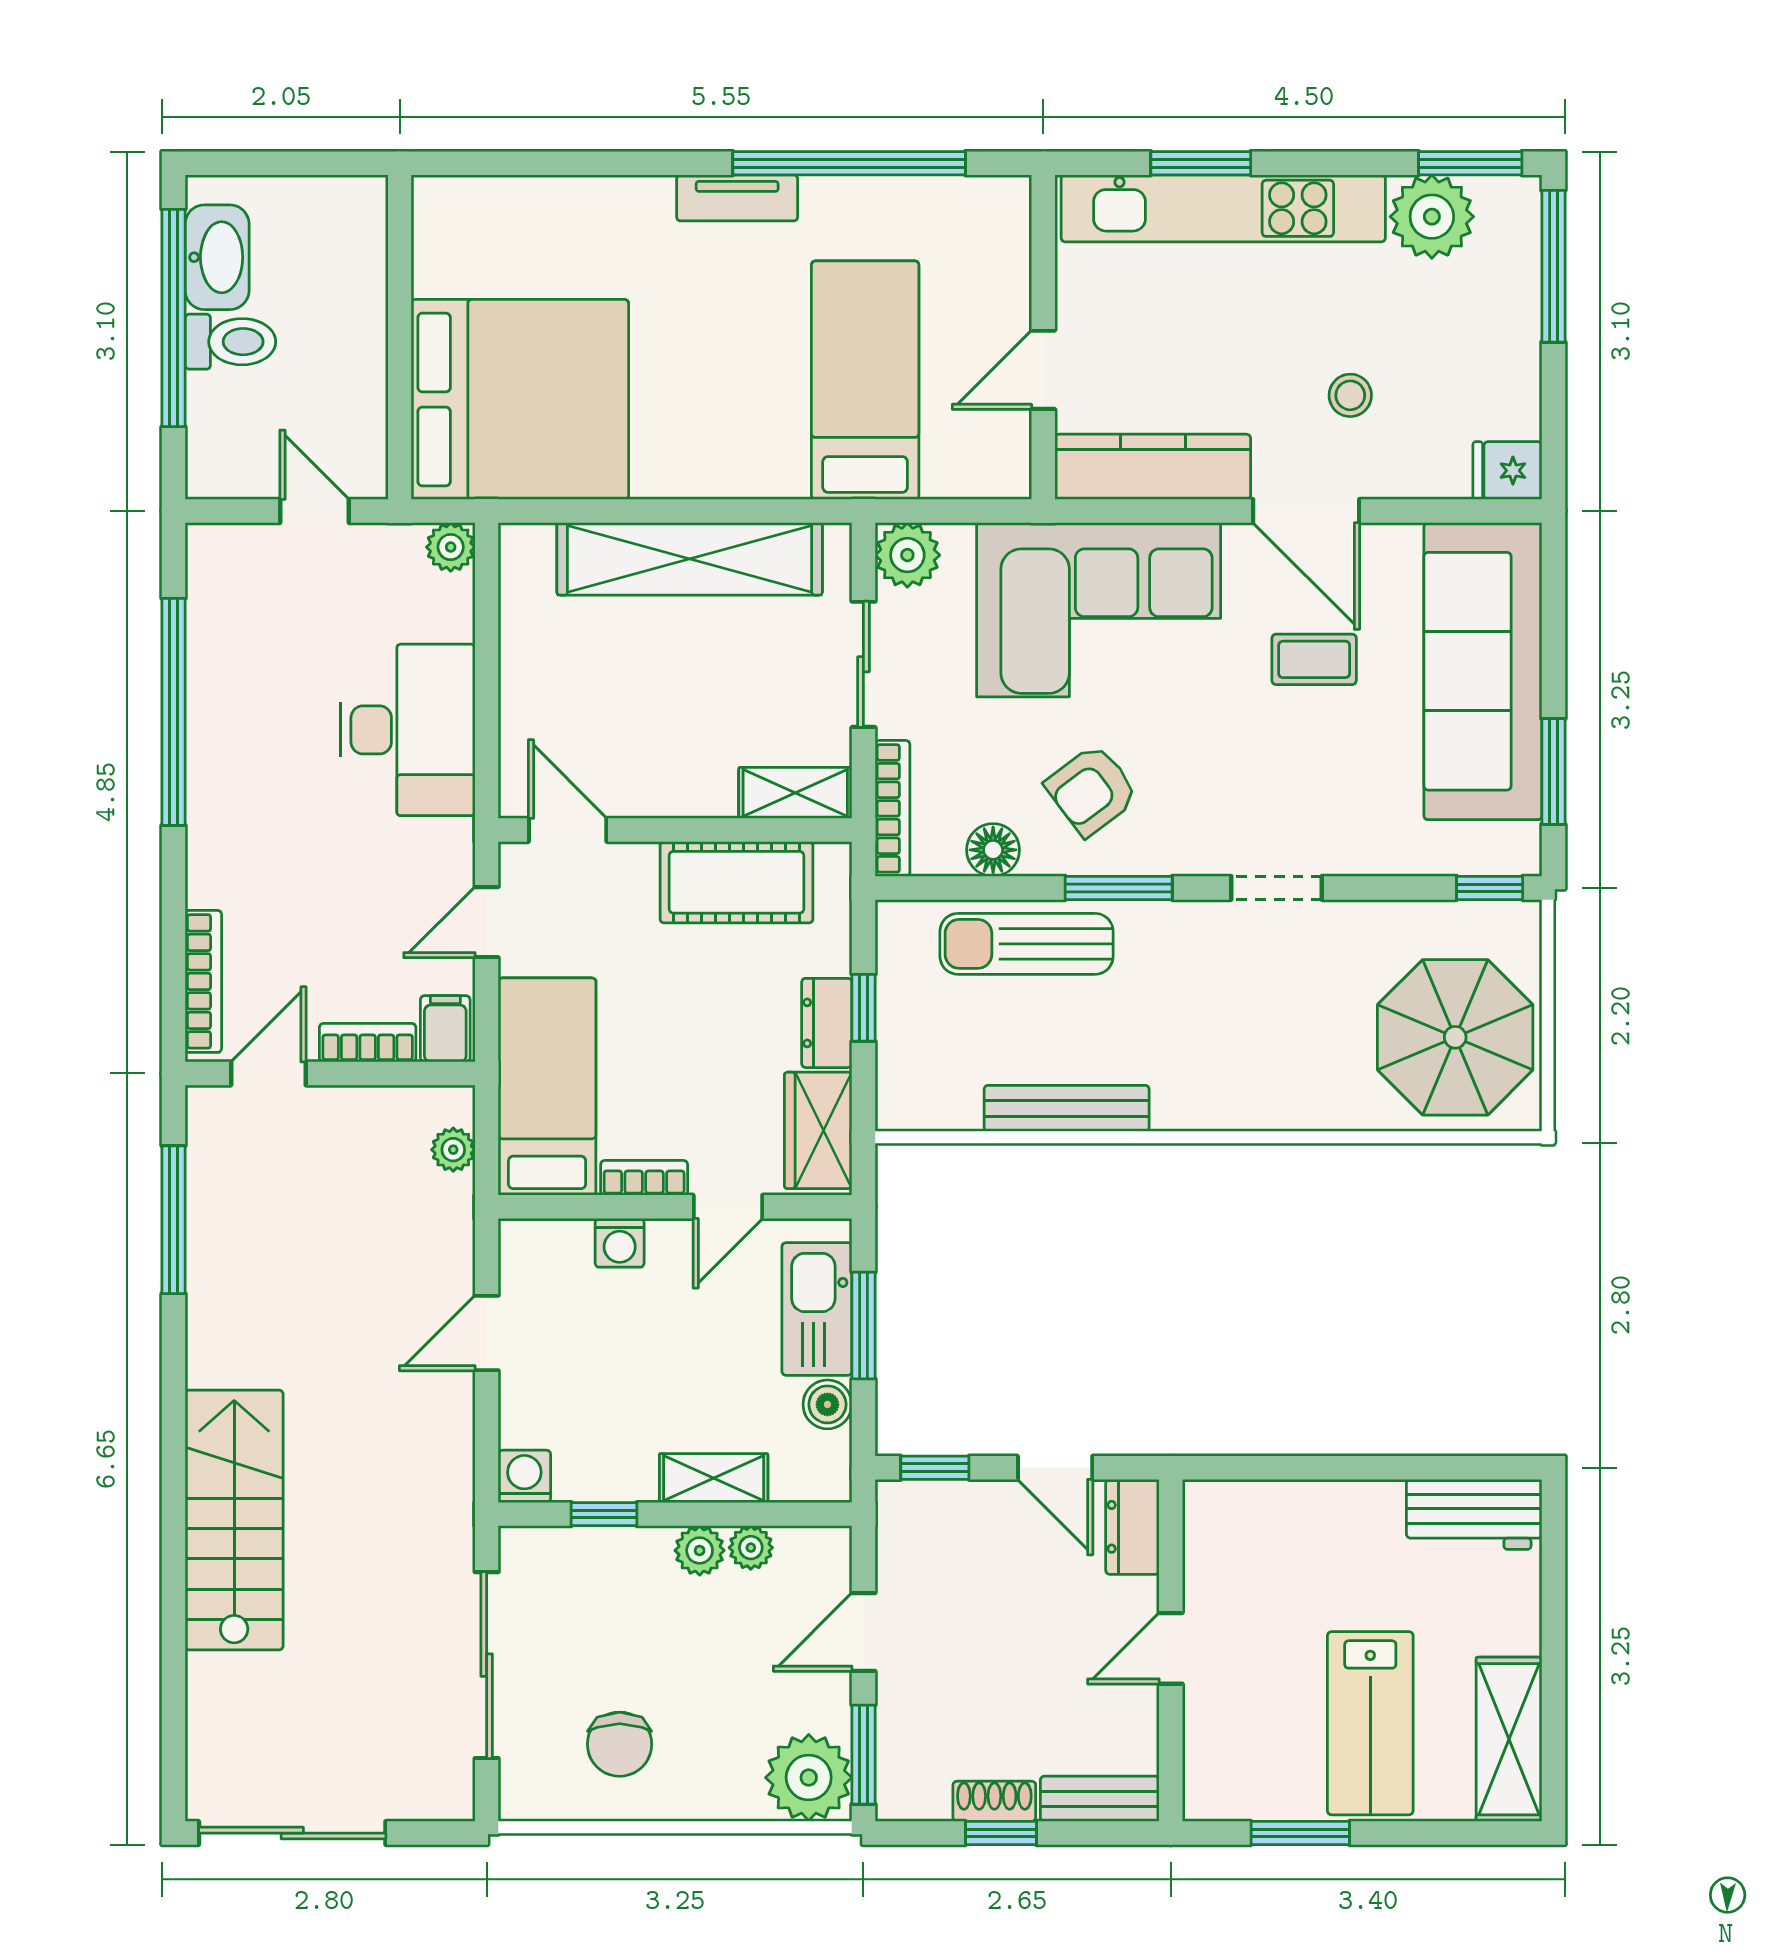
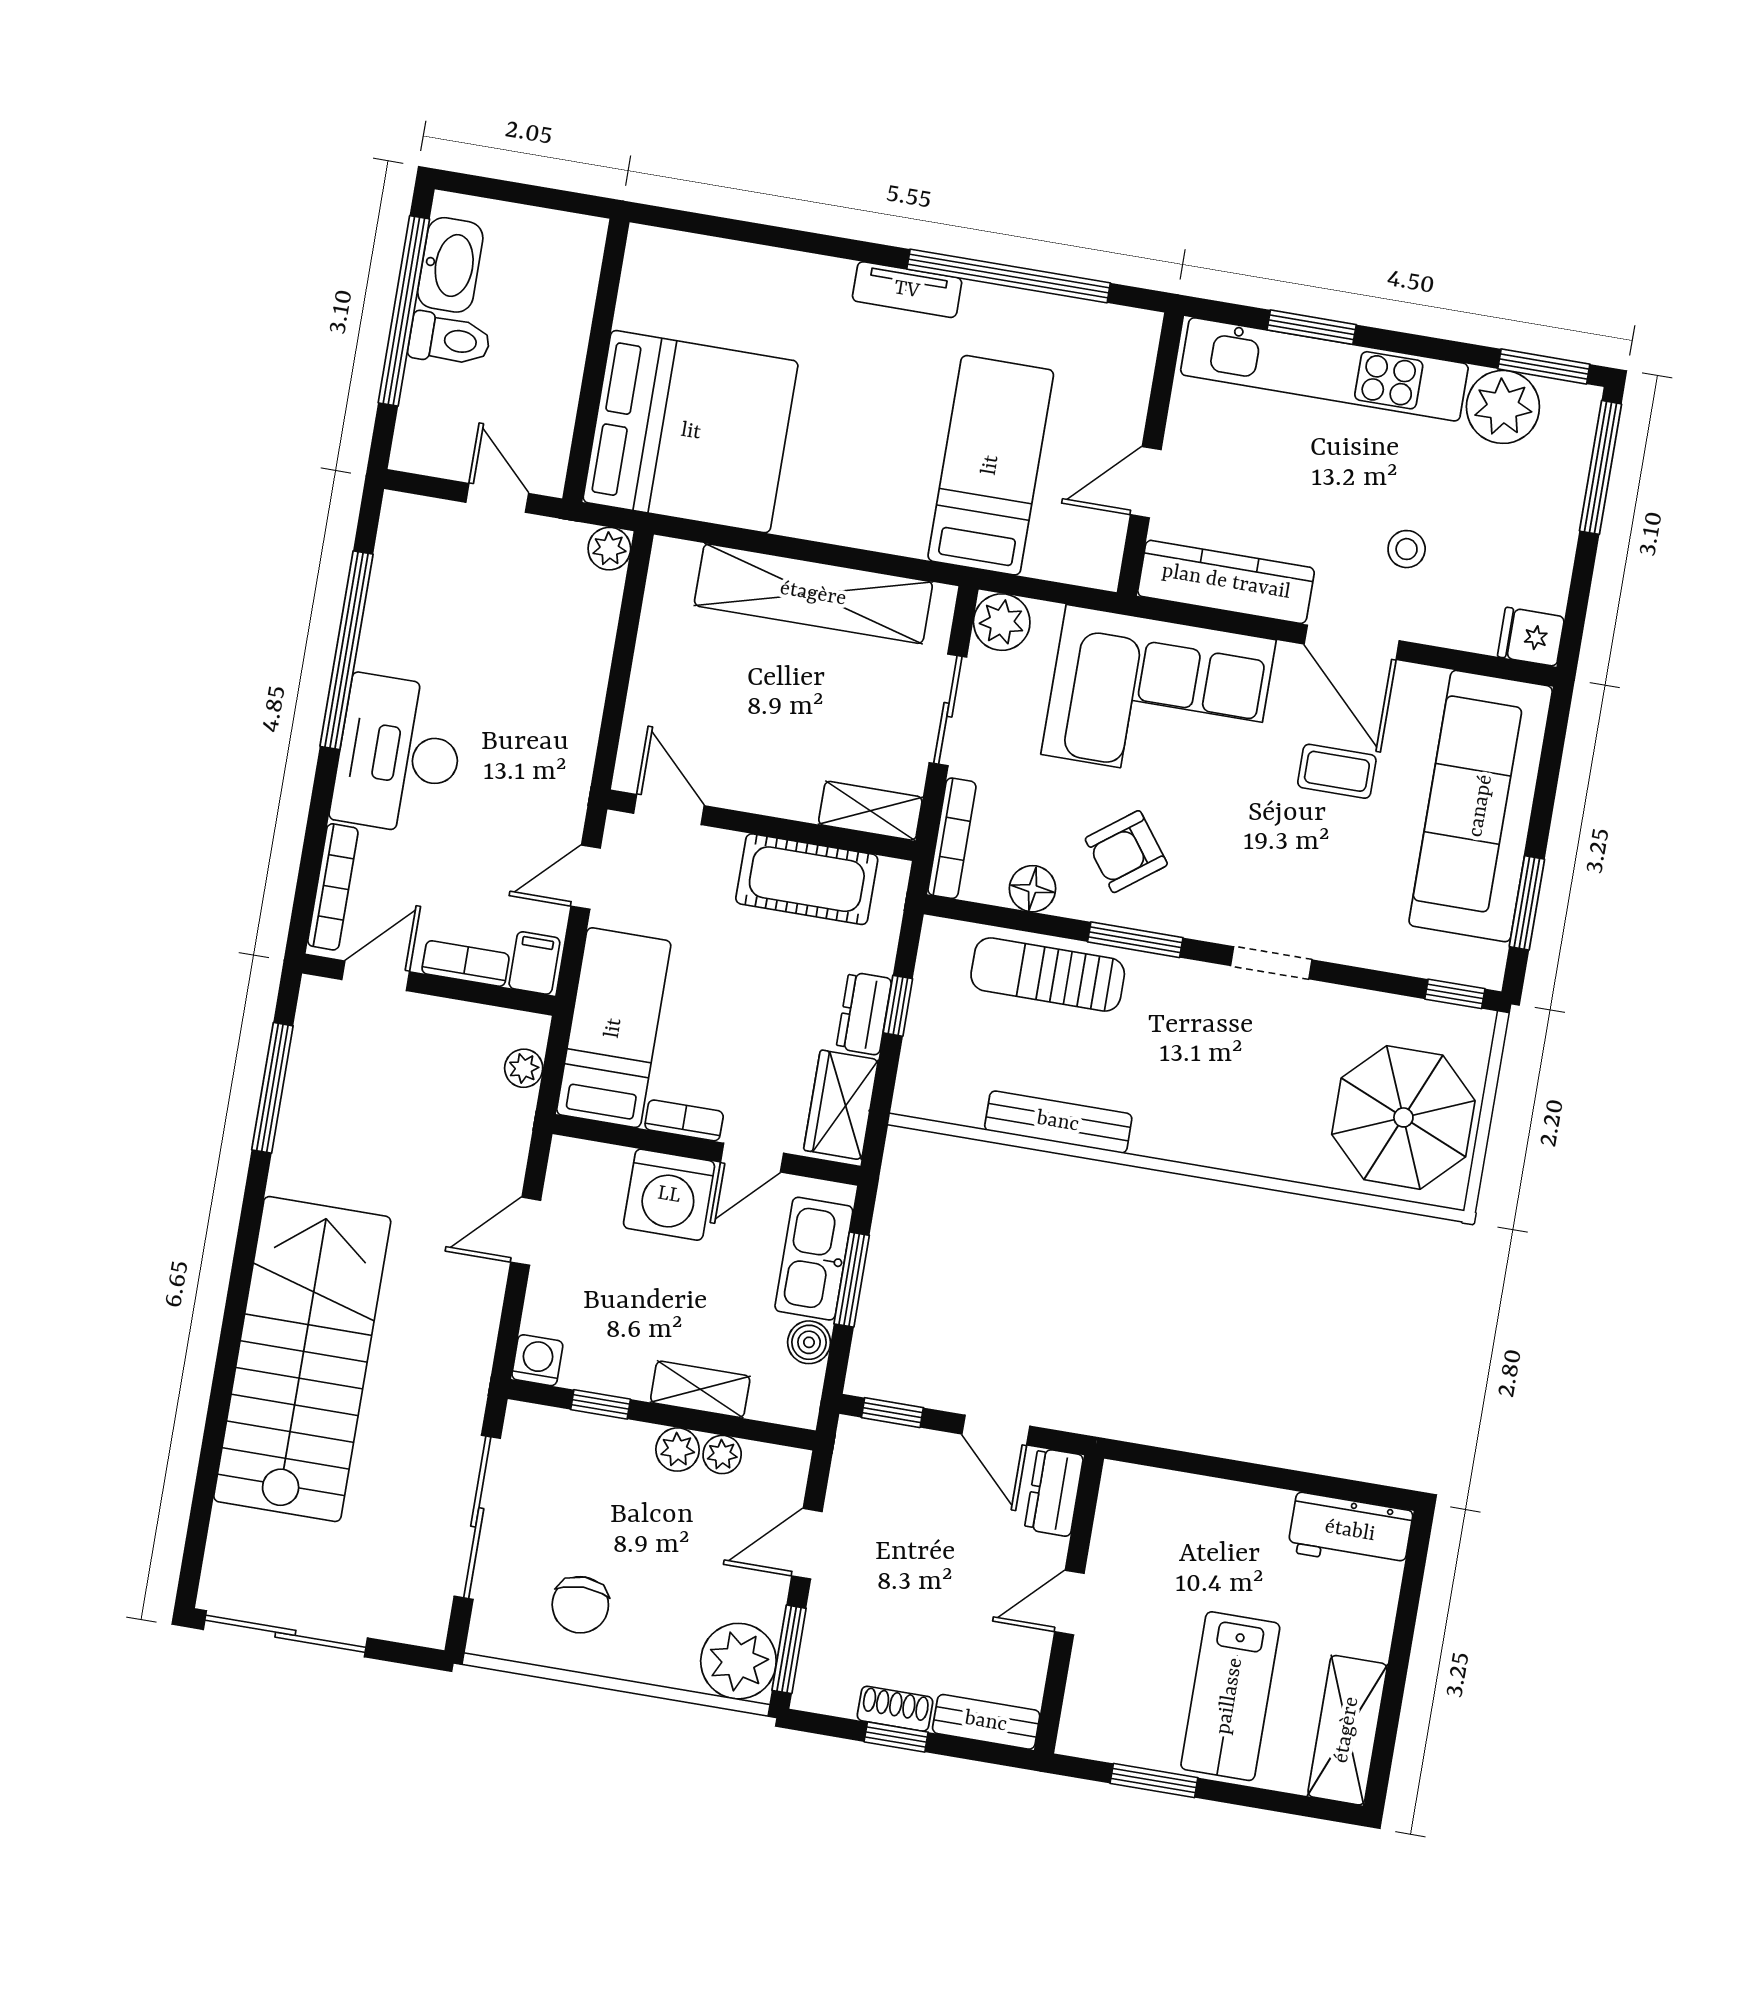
desk: (408, 730) -> (399, 755), moved, turned 180
washing machine: (620, 1243) -> (669, 1195), width x1.89, depth x1.89
stairs: (234, 1520) -> (302, 1359), width x1.36, depth x1.51

